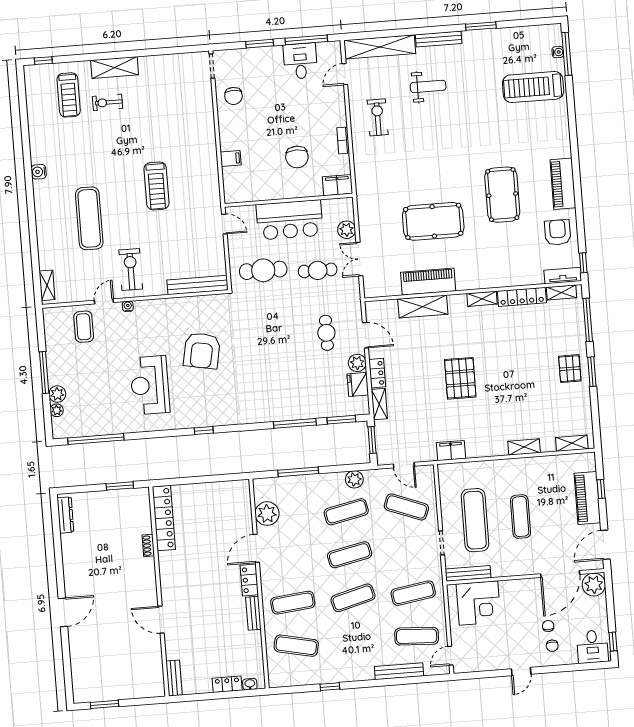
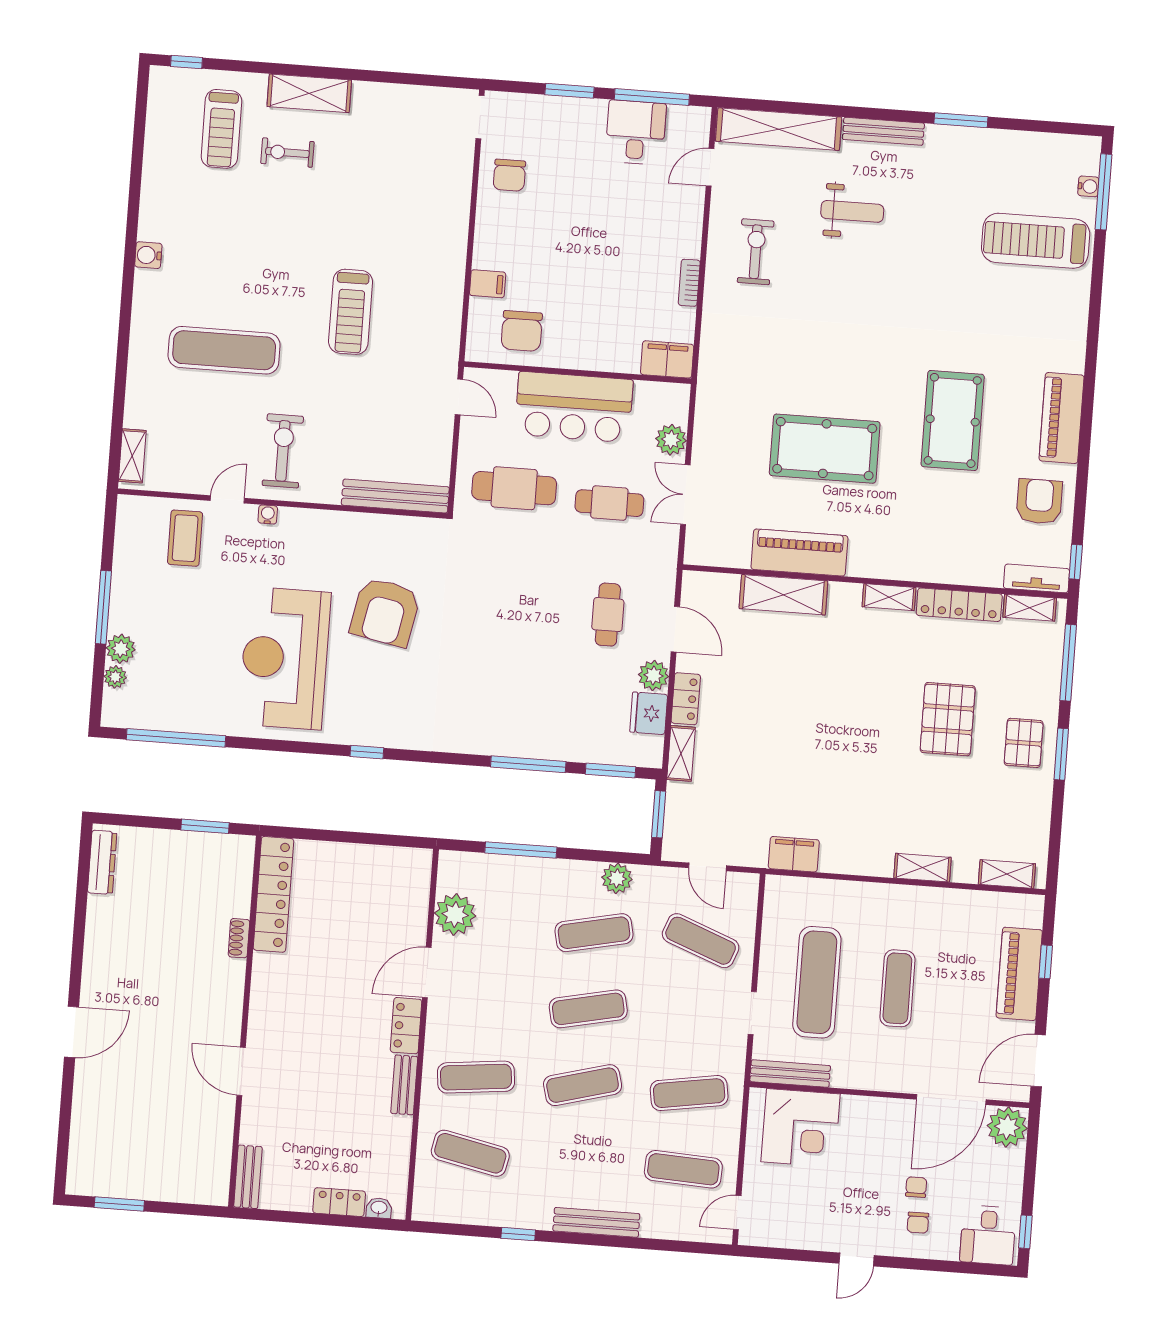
chair: (297, 157) -> (522, 331), moved
exercise mat: (89, 218) -> (224, 350), turned 90
pallet: (460, 378) -> (948, 719), moved
reception desk: (150, 385) -> (285, 658), width x1.36, depth x1.30
bench: (399, 671) -> (596, 1222), moved

